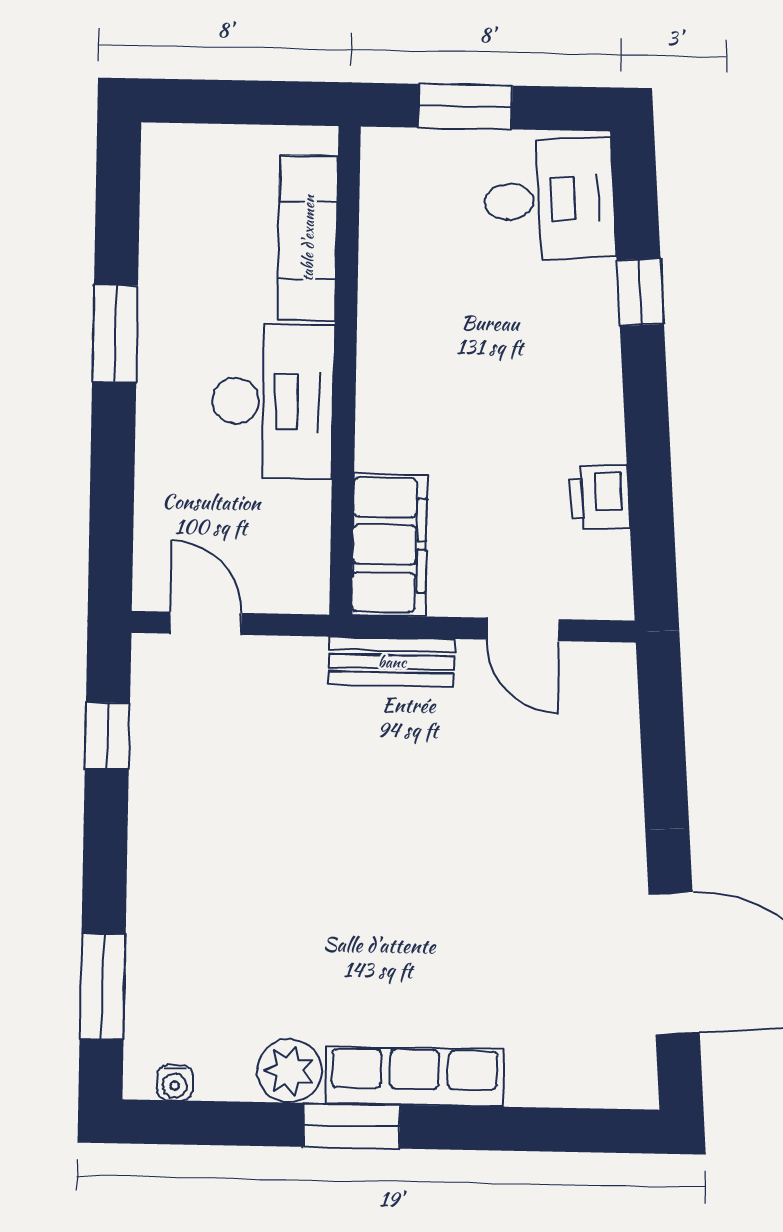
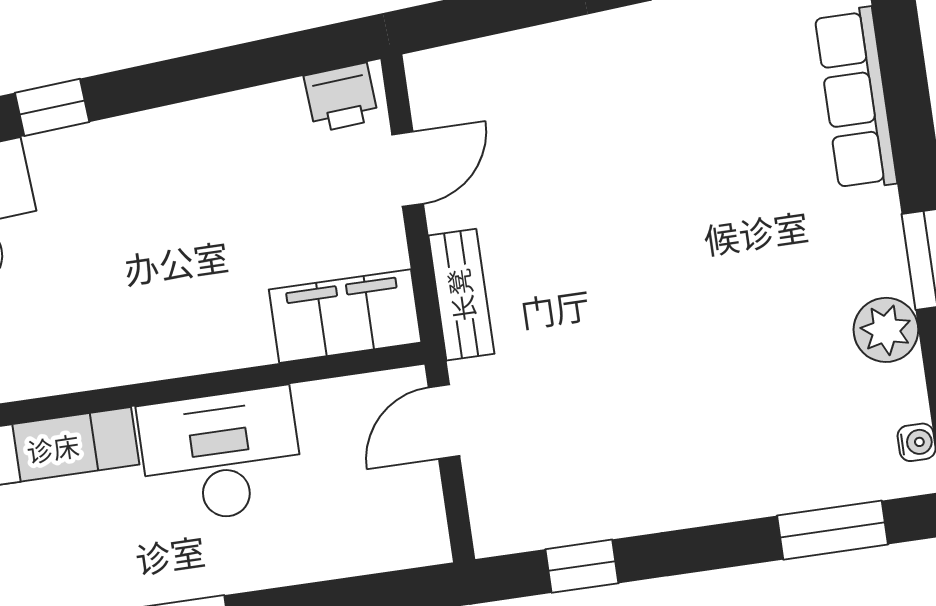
printer: (600, 497) -> (341, 98), moved
door: (206, 623) -> (444, 422), moved
row of seats: (414, 1076) -> (856, 99), moved

